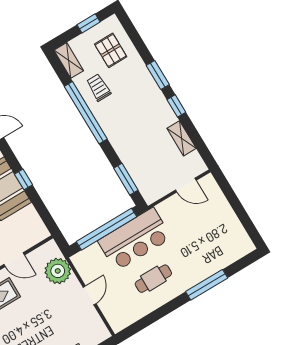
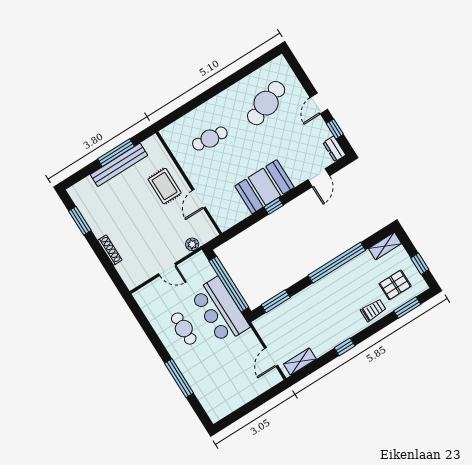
window: (158, 75) -> (407, 307), moved
trolley: (99, 88) -> (373, 310), moved
shelving: (182, 138) -> (300, 362), moved
plant: (58, 271) -> (192, 244), width x0.53, depth x0.53

